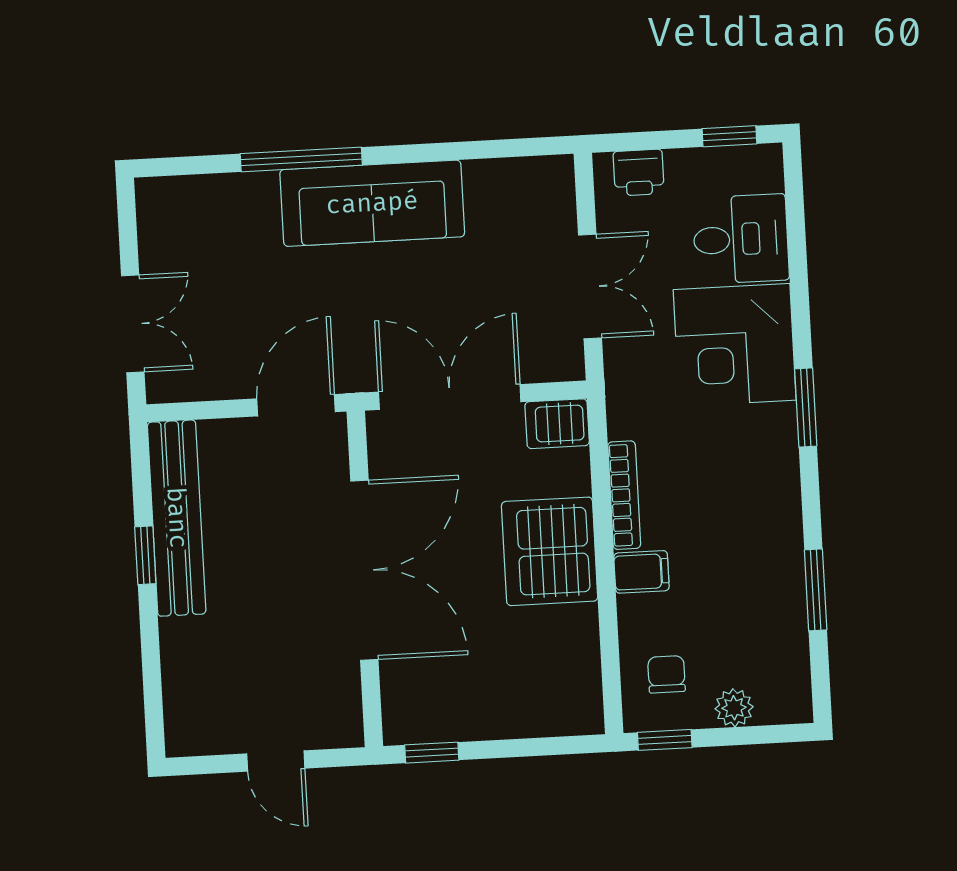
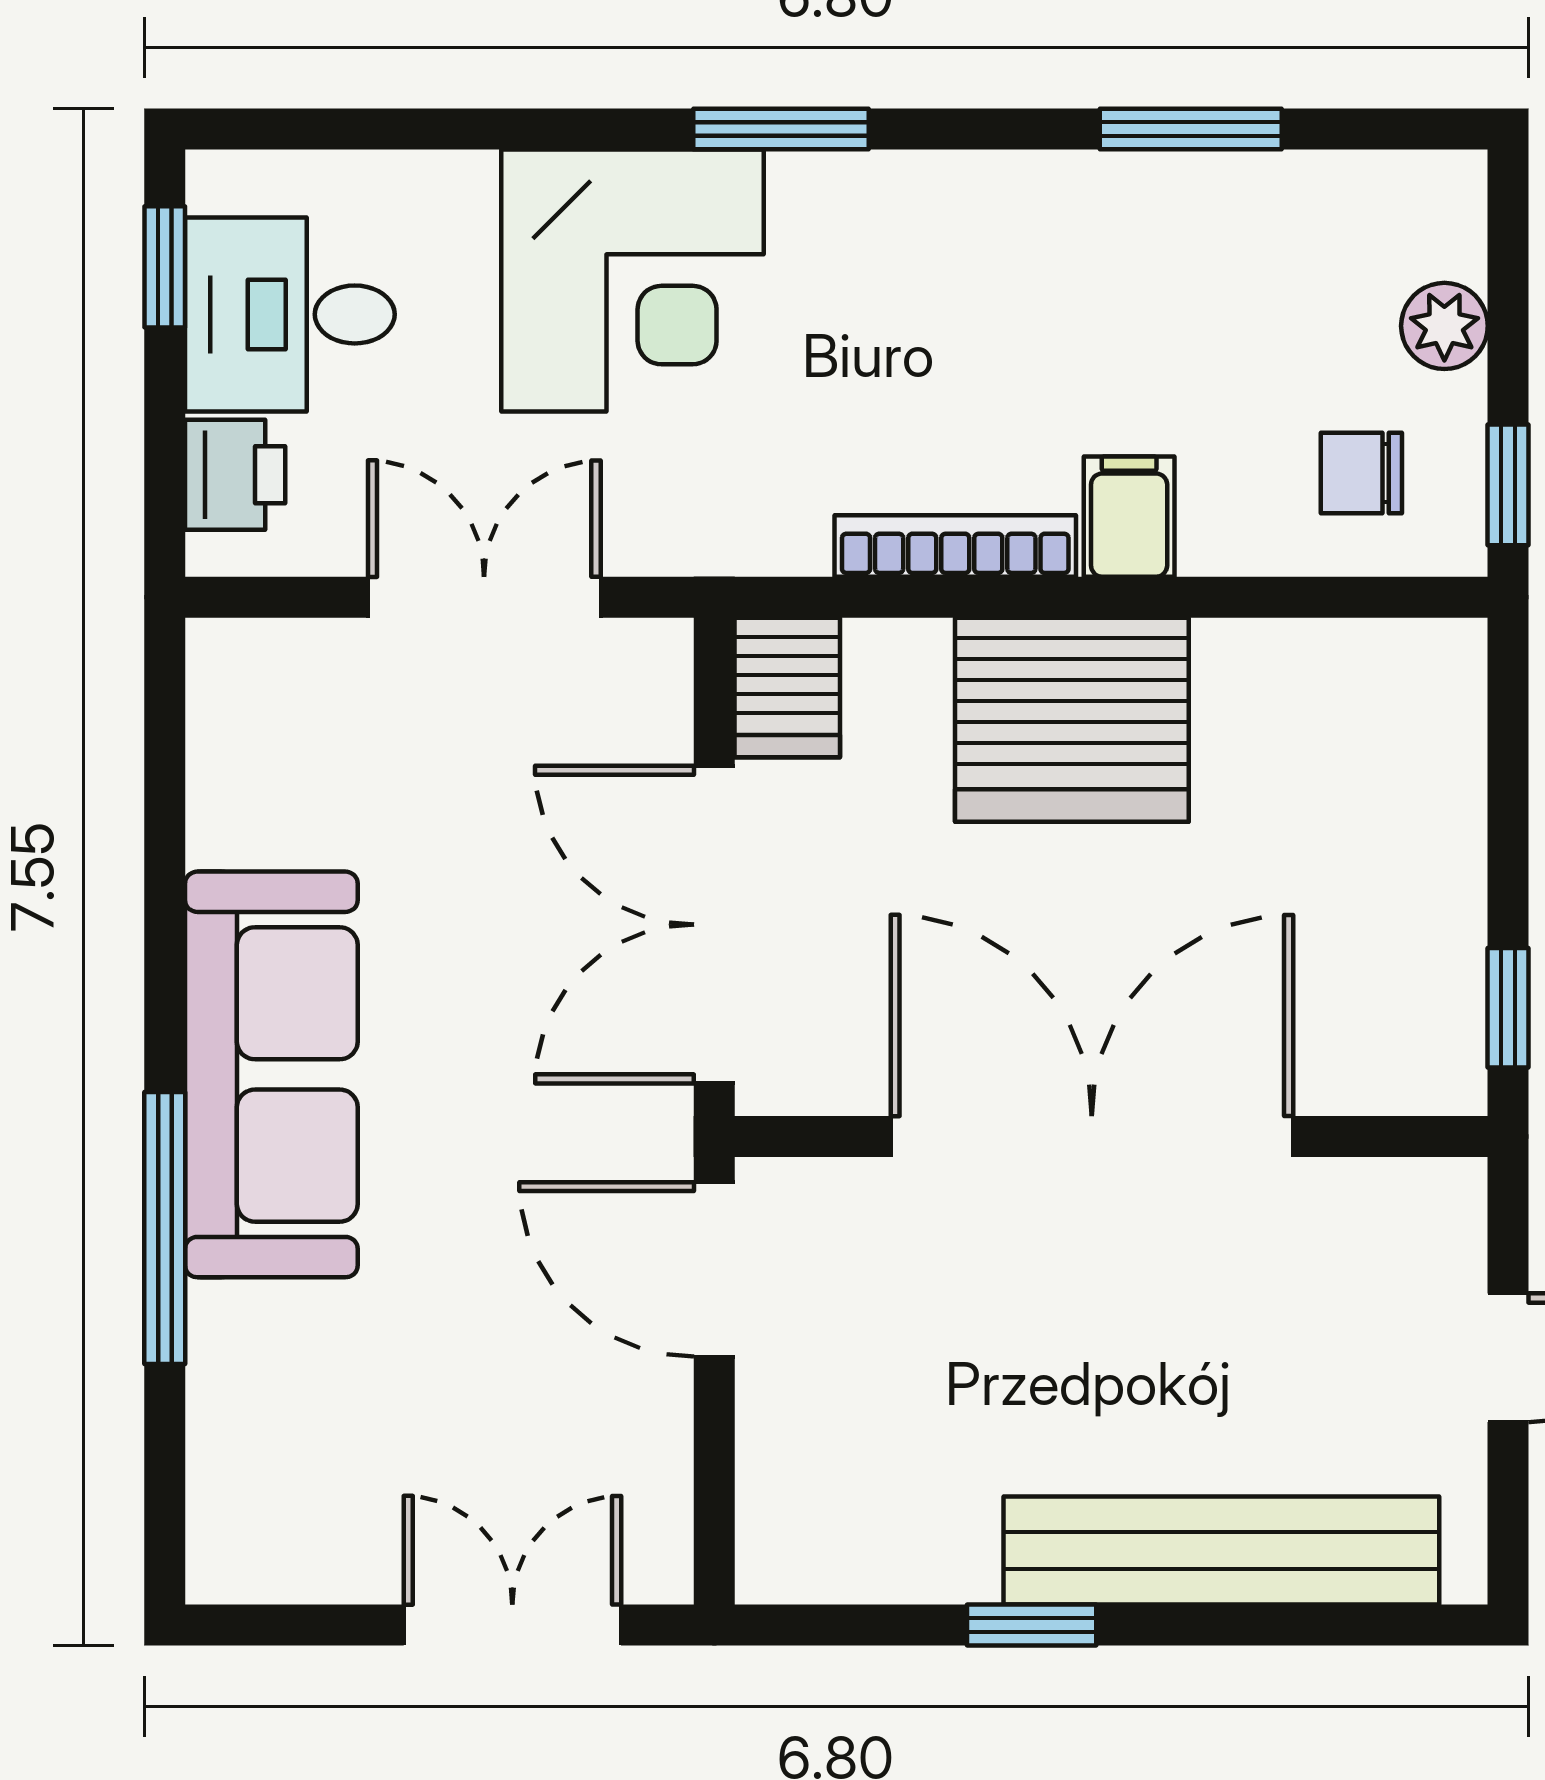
desk: (741, 239) -> (290, 314), moved, turned -90
bench: (177, 518) -> (1221, 1550), moved

